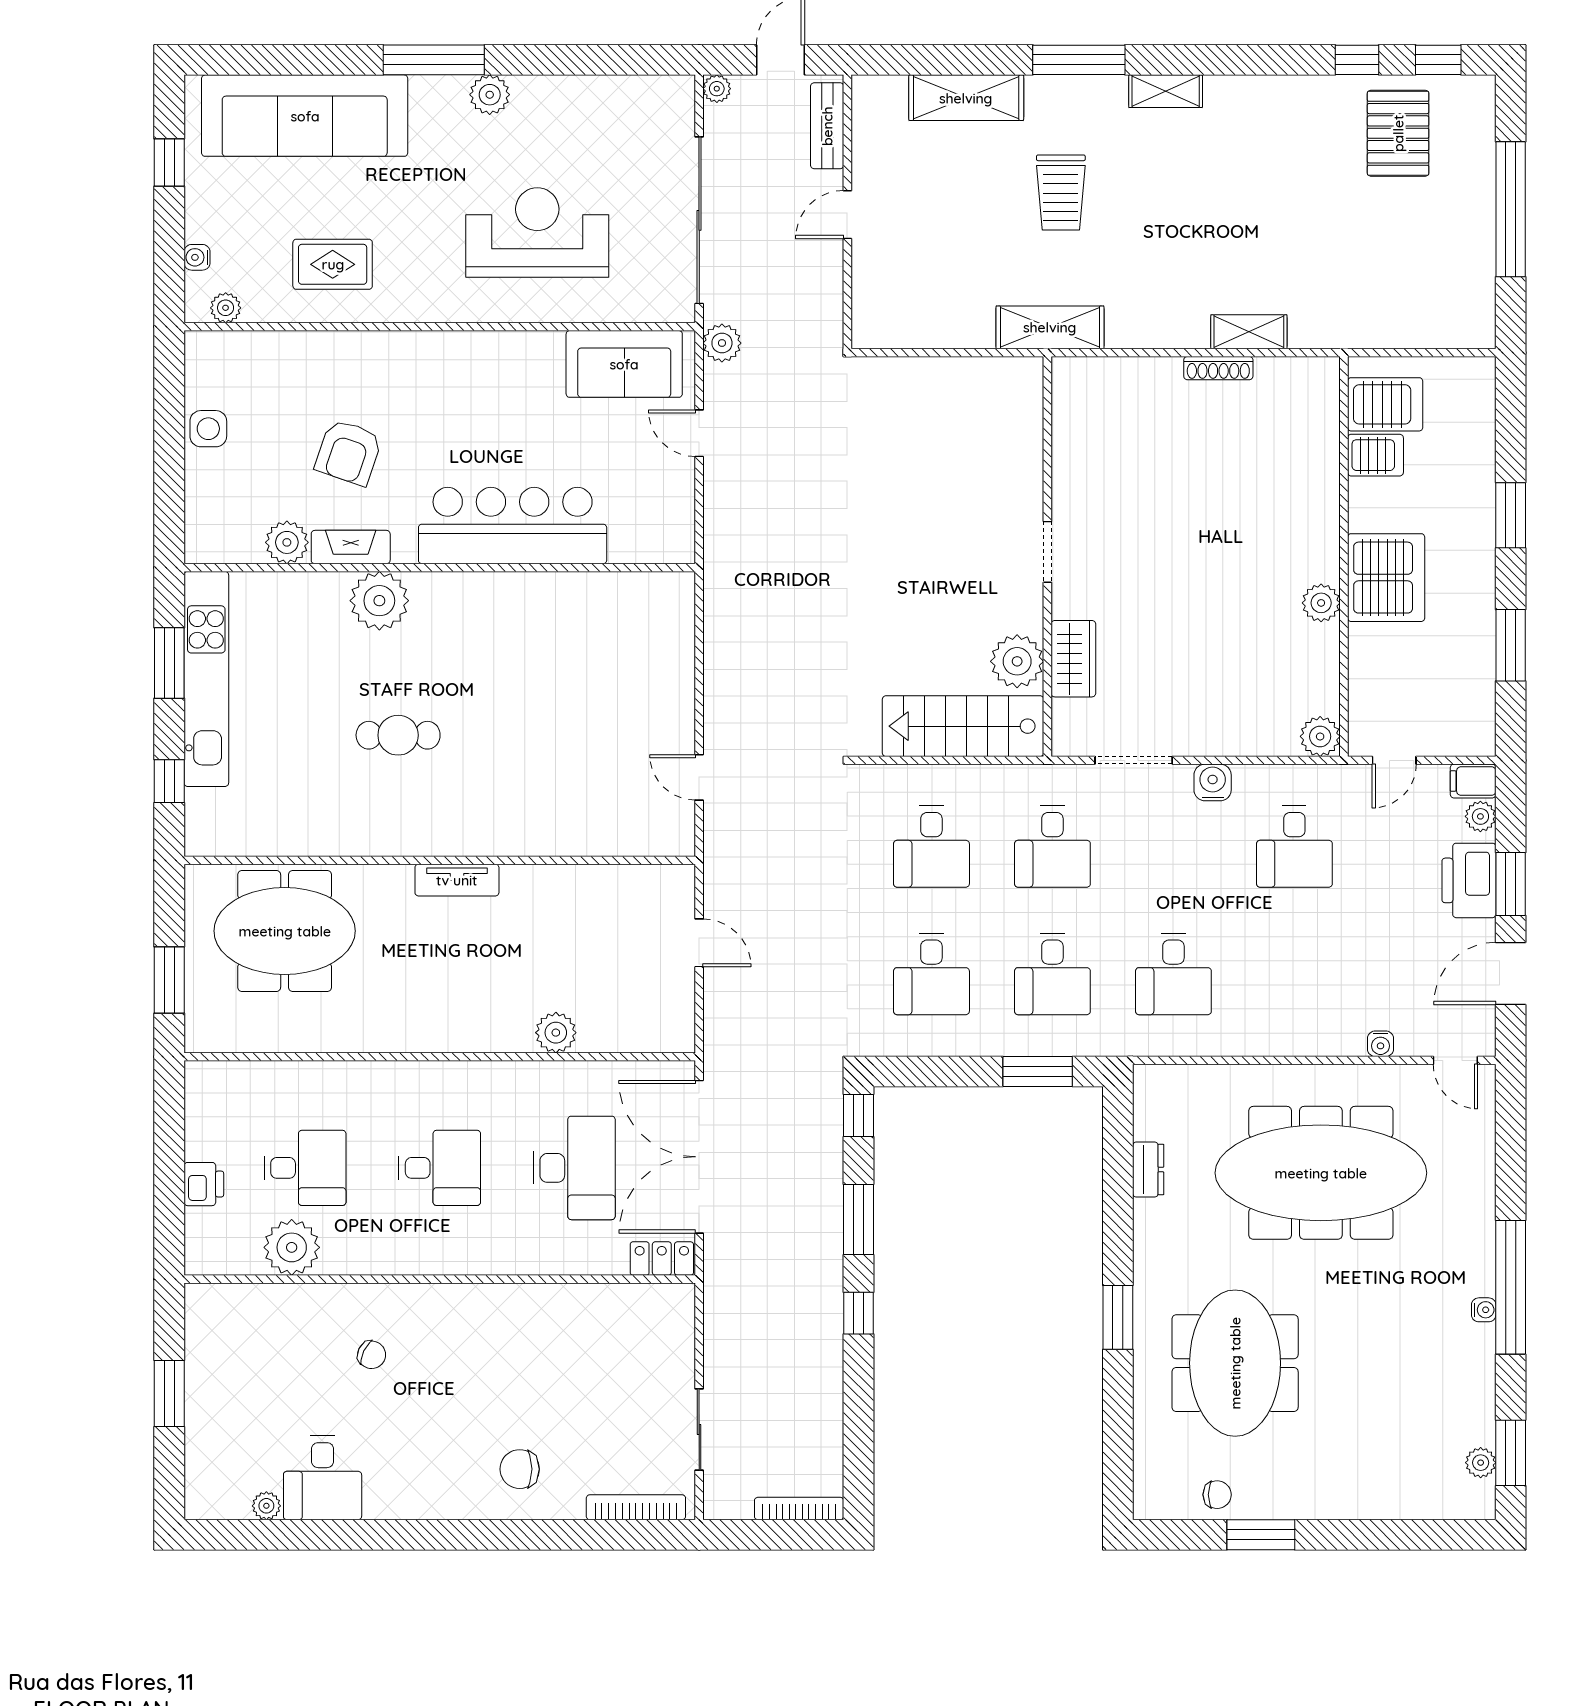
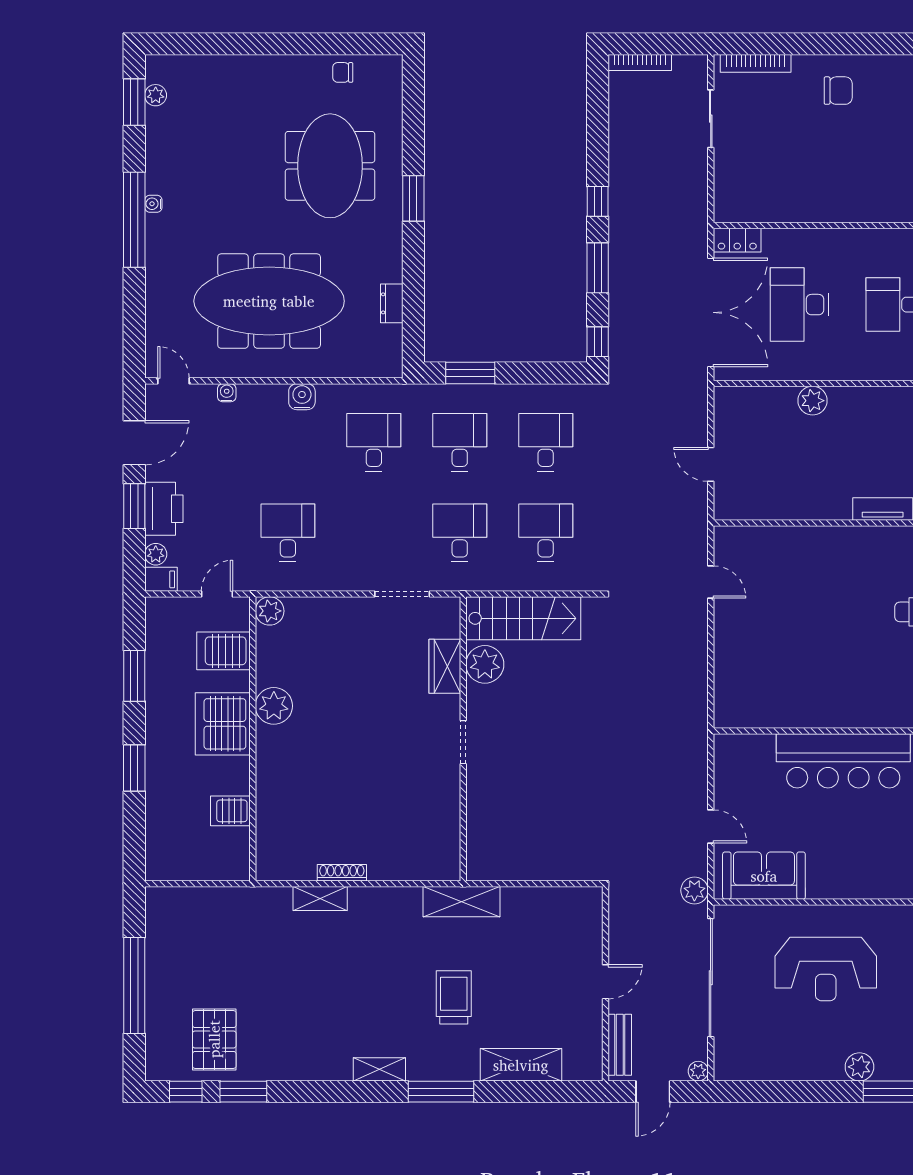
window: (1357, 60) -> (243, 1092), width x1.50
server rack: (1385, 404) -> (223, 651), moved
plant: (1321, 603) -> (274, 706), width x1.36, depth x1.36
water cooler: (1213, 782) -> (302, 397), moved, turned 180
window: (1261, 1535) -> (312, 44), removed

